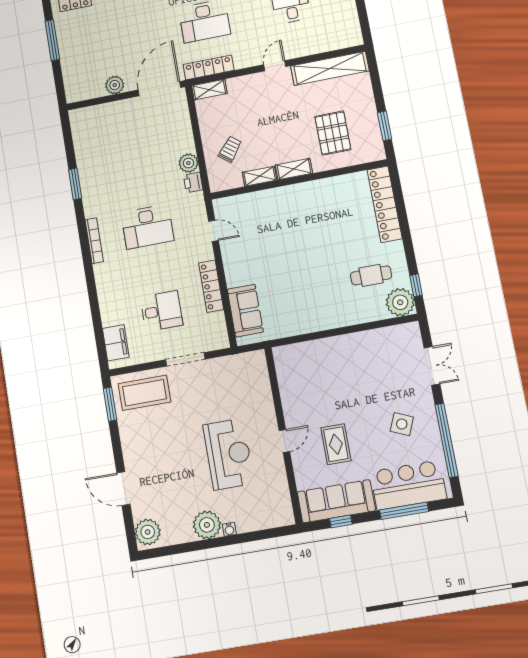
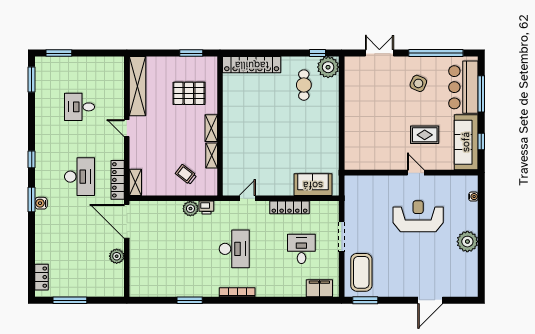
water cooler: (229, 529) -> (473, 197), moved
plant: (148, 532) -> (465, 287), removed

